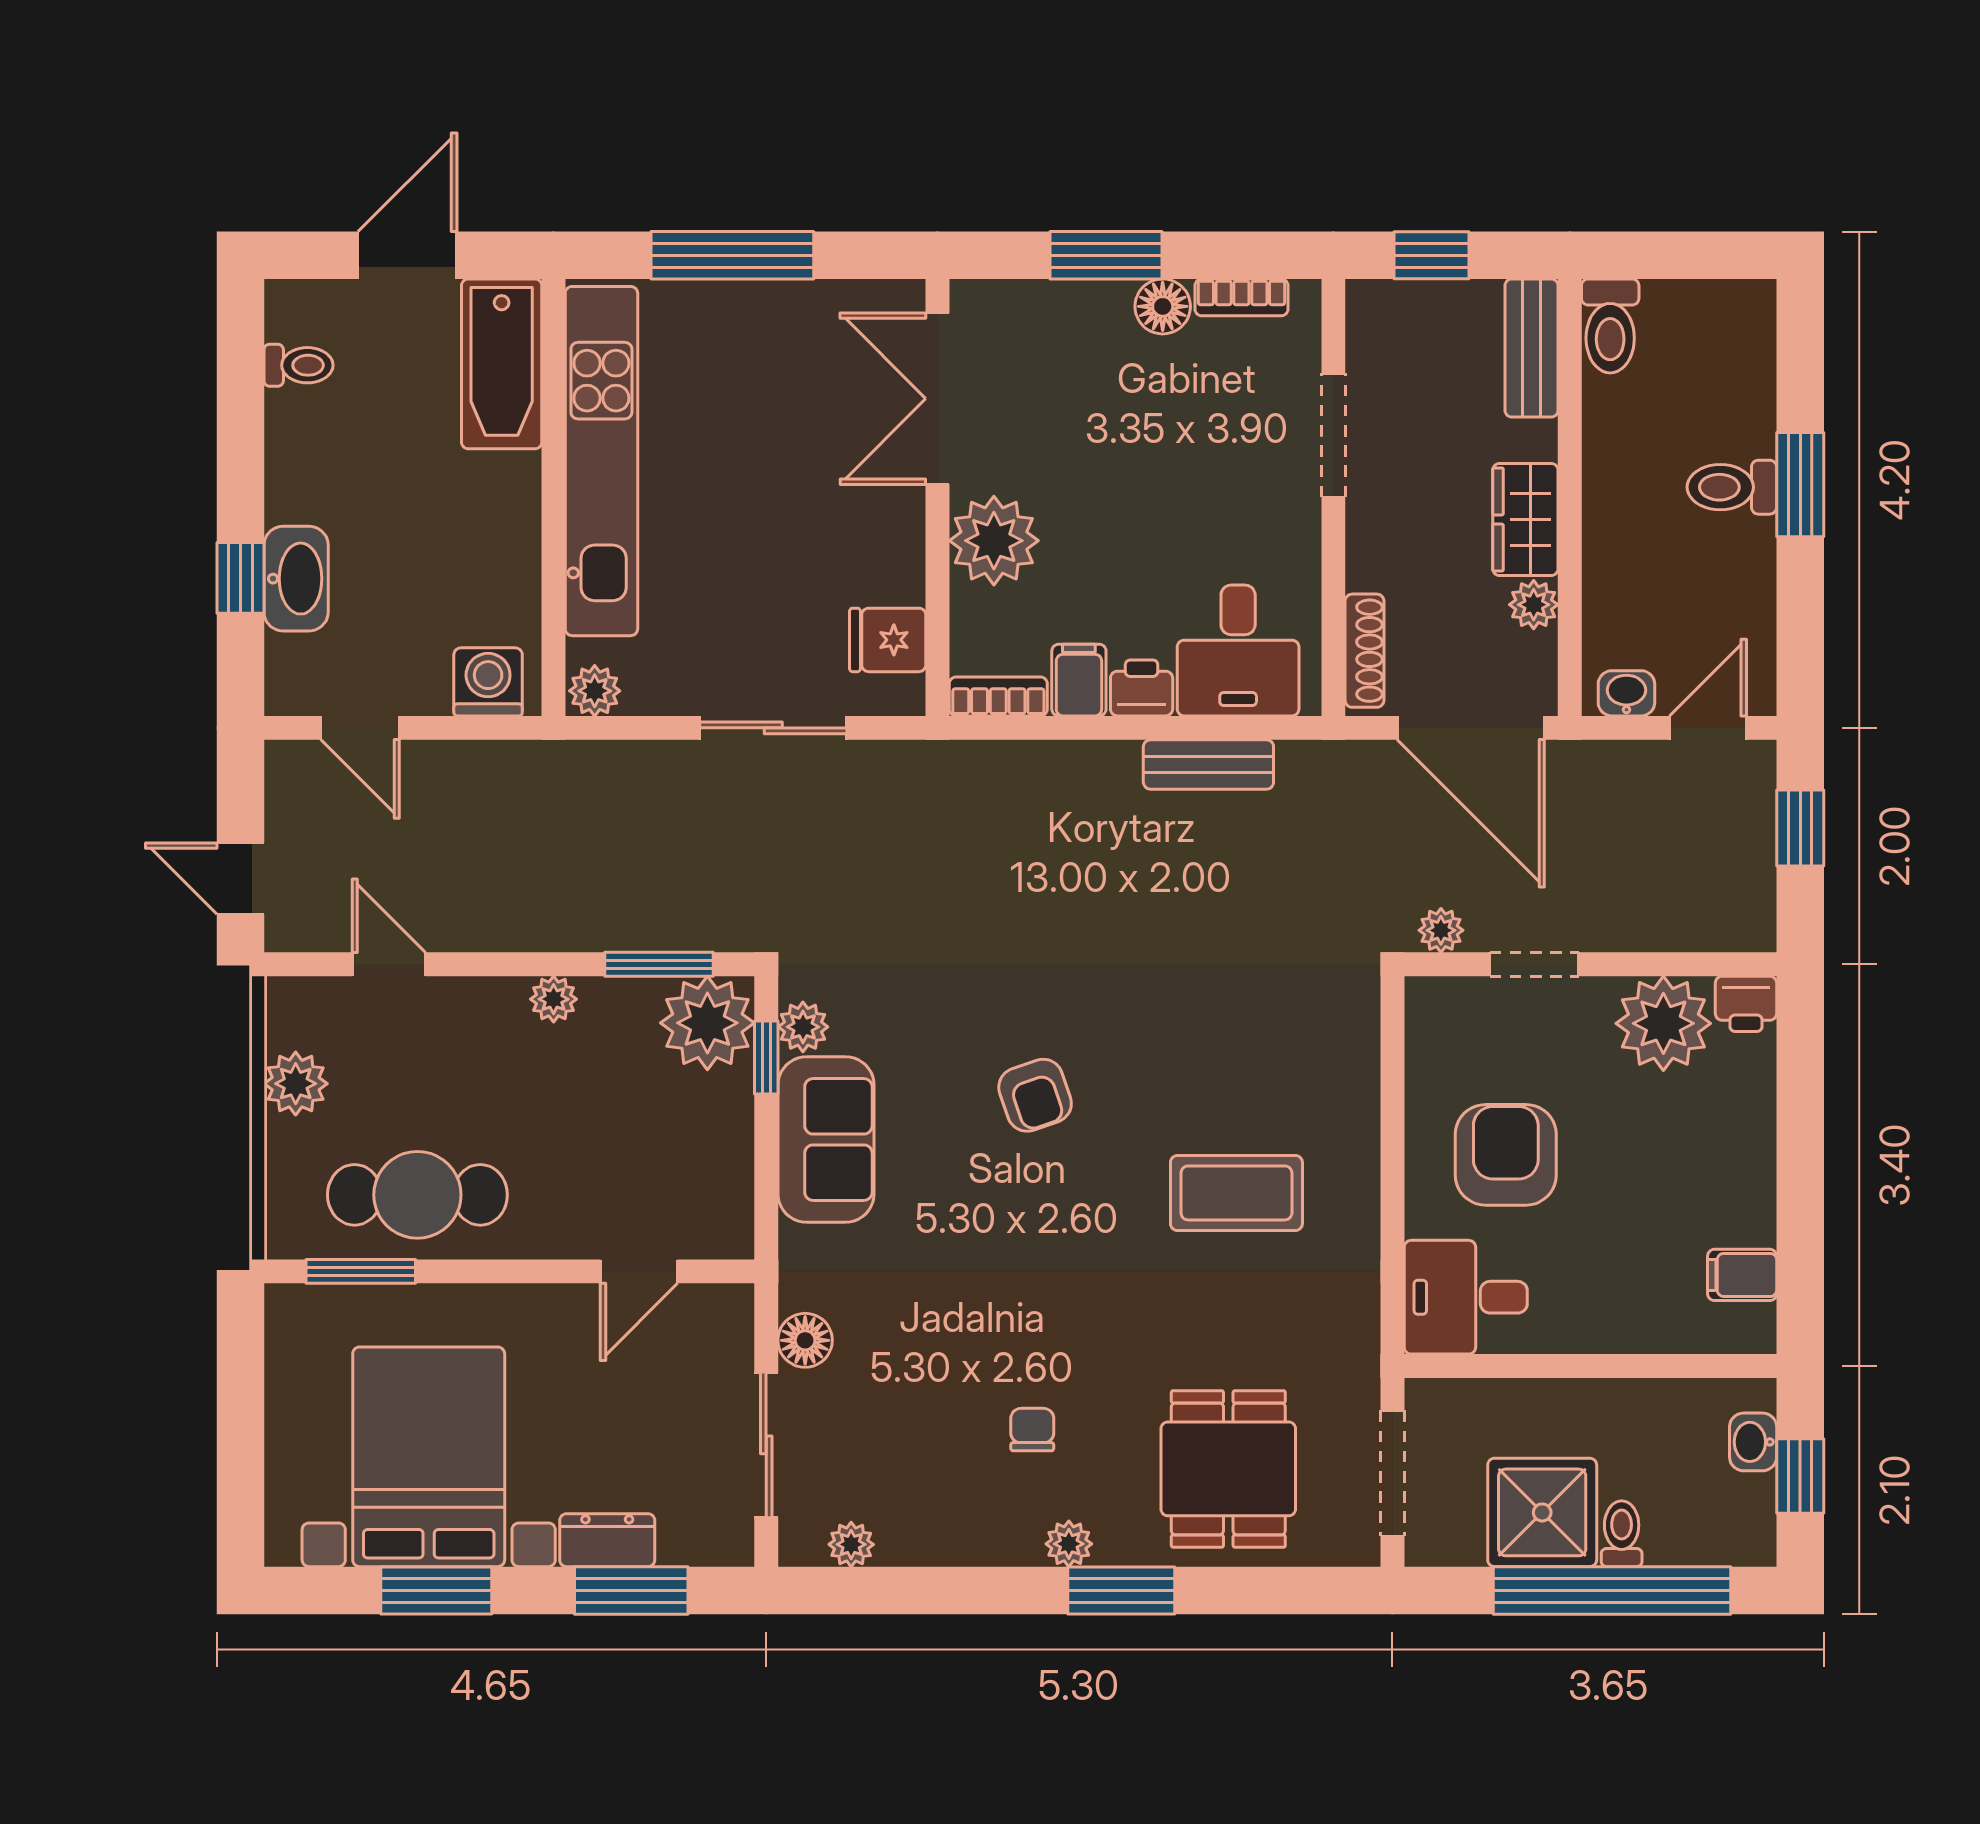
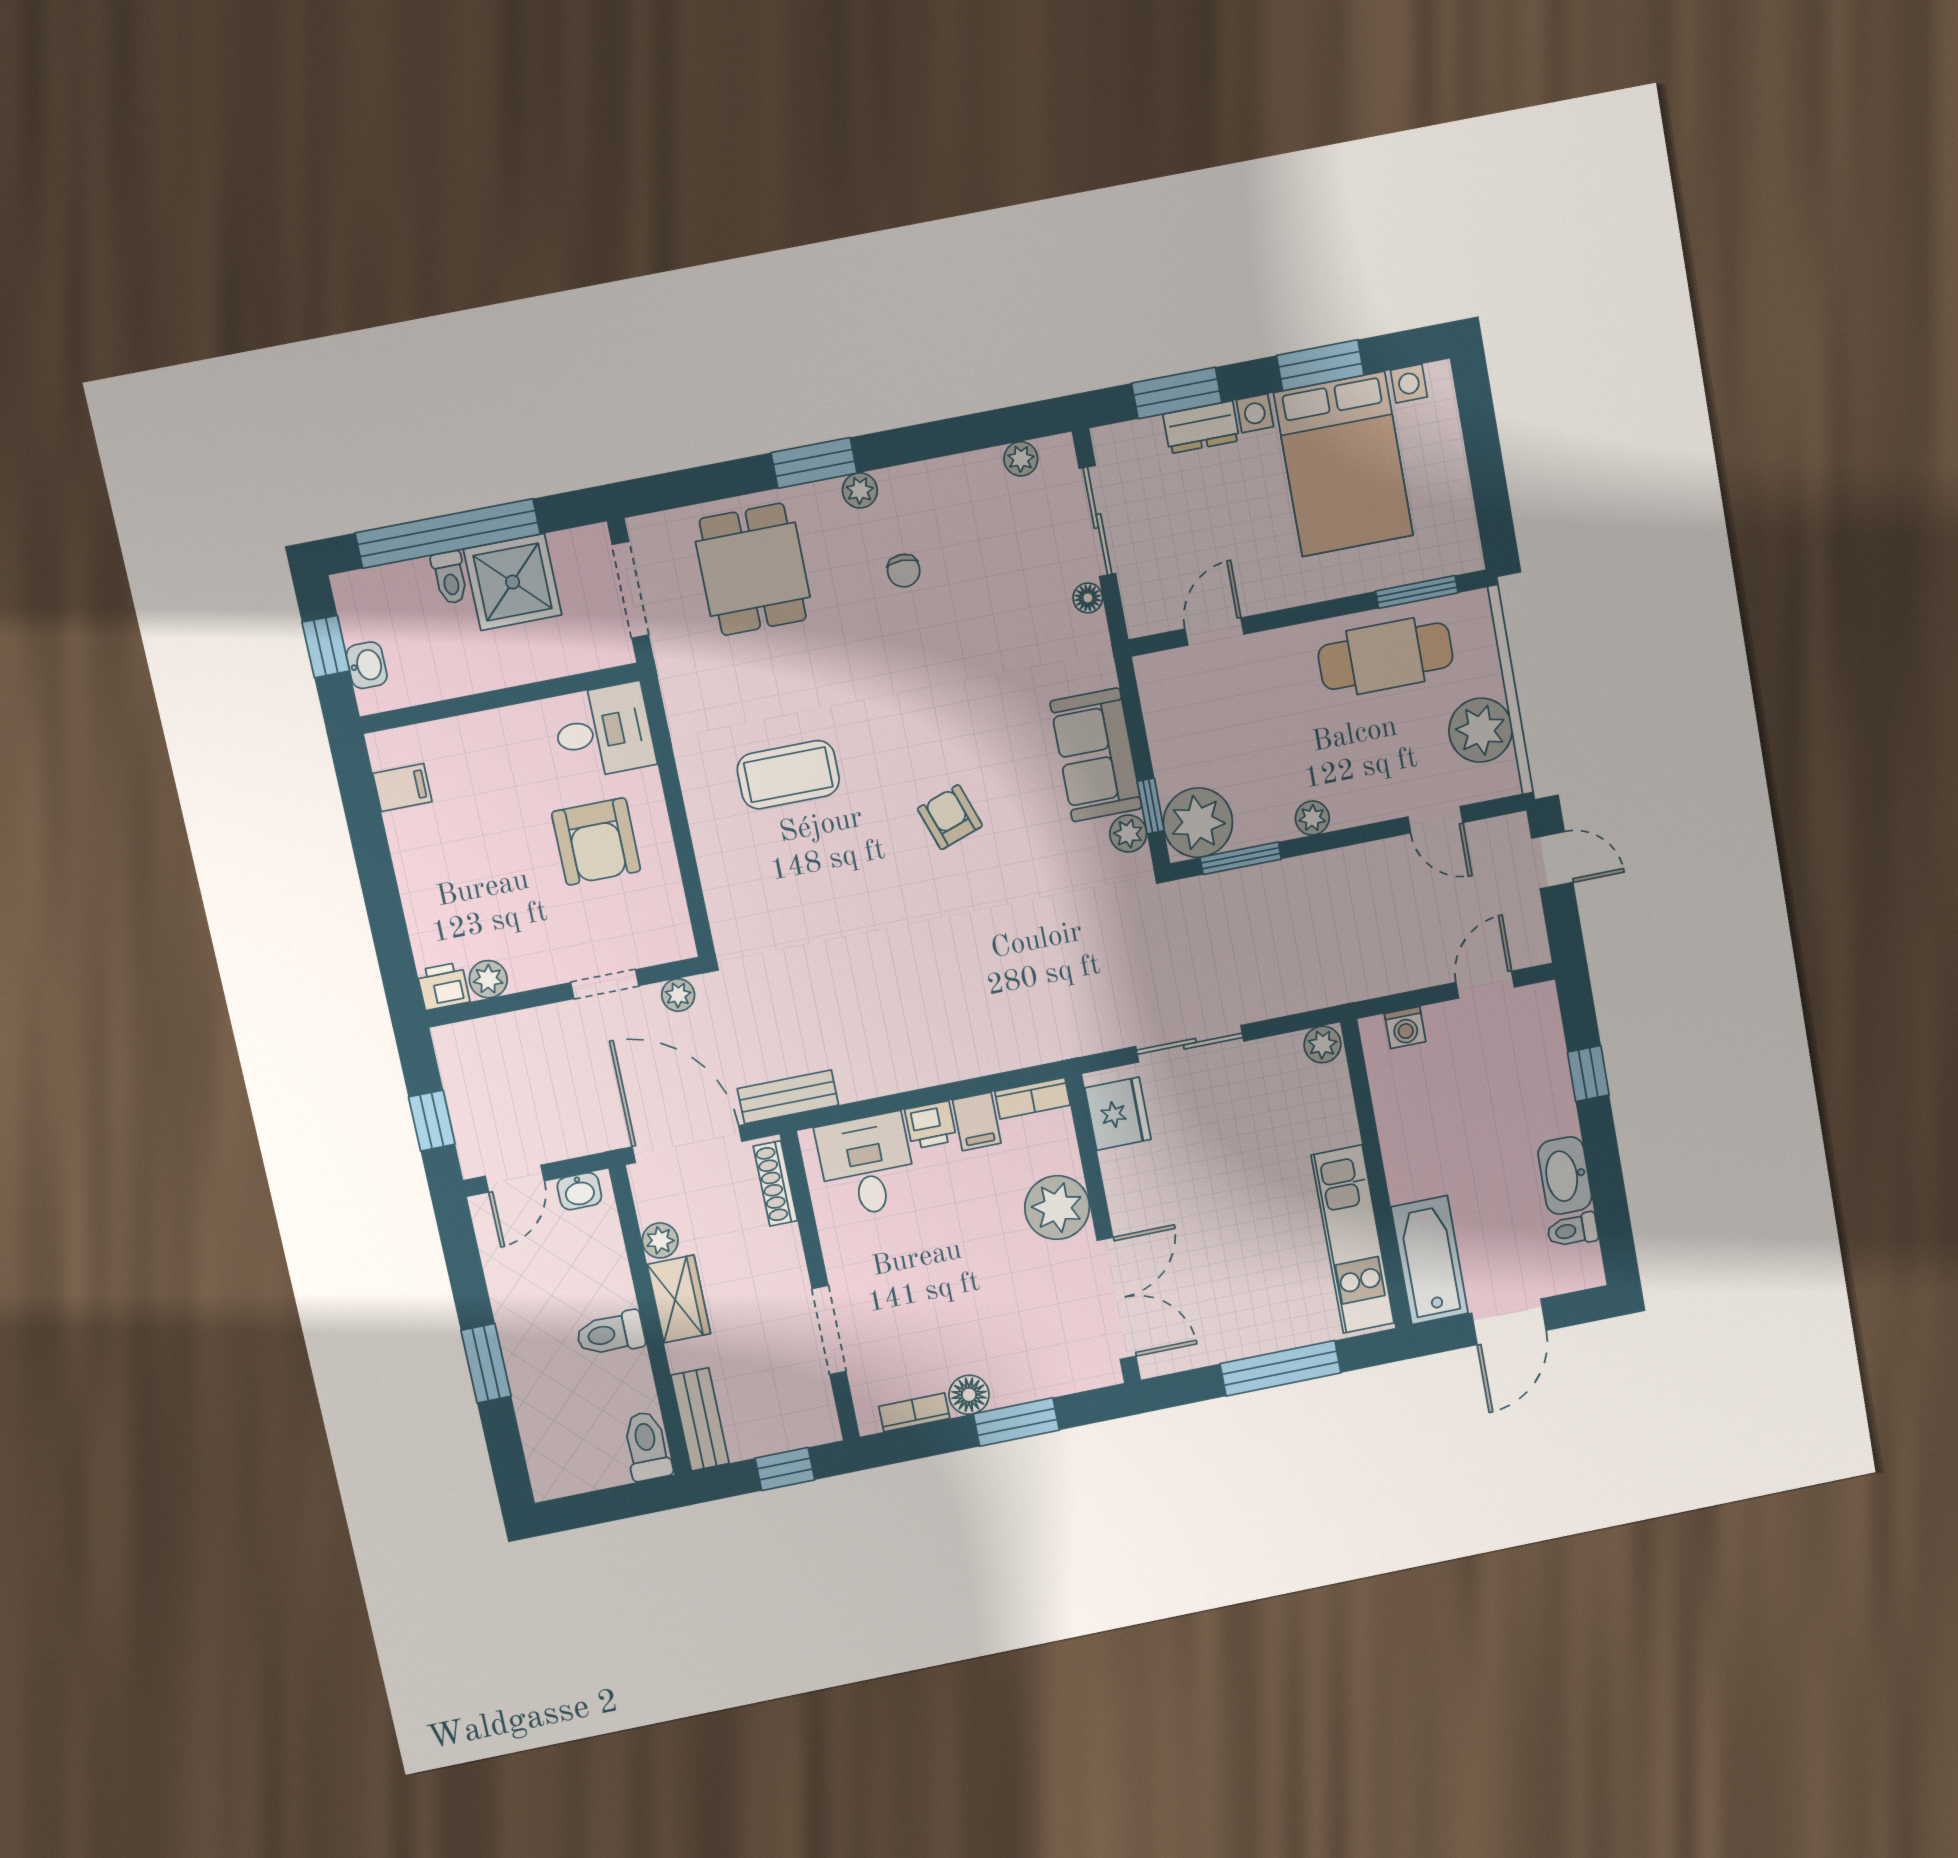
kitchen unit: (601, 461) -> (1353, 1239), width x0.73
toilet: (1732, 487) -> (611, 1334), moved, turned 180
washbasin: (296, 579) -> (1565, 1175), moved
fridge: (888, 640) -> (1118, 1114), width x1.38
washing machine: (488, 682) -> (1405, 1028), width x0.73, depth x0.73
door: (360, 728) -> (1485, 985), hinge flipped
bench: (1208, 764) -> (788, 1097), moved
plant: (1663, 1023) -> (488, 979), width x0.53, depth x0.53
plant: (296, 1084) -> (1481, 730), width x1.36, depth x1.36
floor lamp: (805, 1340) -> (1088, 598), width x0.73, depth x0.73

